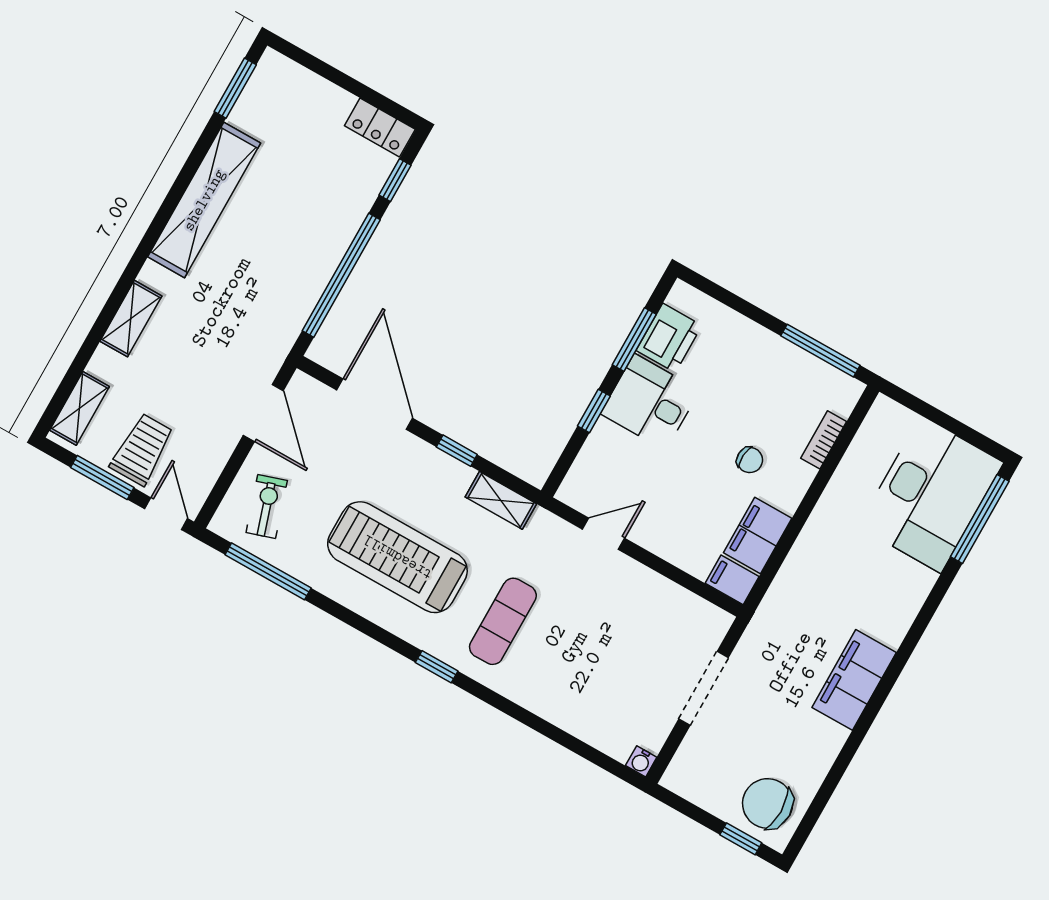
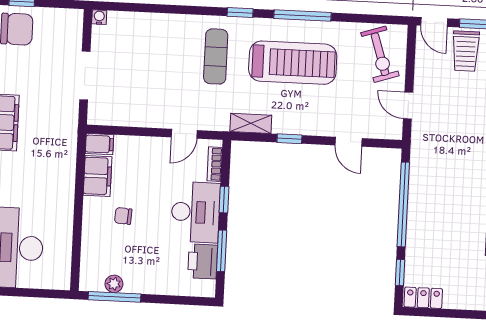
plant: (812, 370) -> (114, 284), added
desk: (650, 402) -> (196, 212), width x1.37
door: (375, 404) -> (348, 142), width x0.53
door: (263, 413) -> (408, 106), width x0.73
bookcase: (824, 440) -> (215, 164), moved, turned 180
exercise bike: (267, 506) -> (380, 54), width x1.38, depth x1.39
window: (268, 571) -> (302, 16), moved

